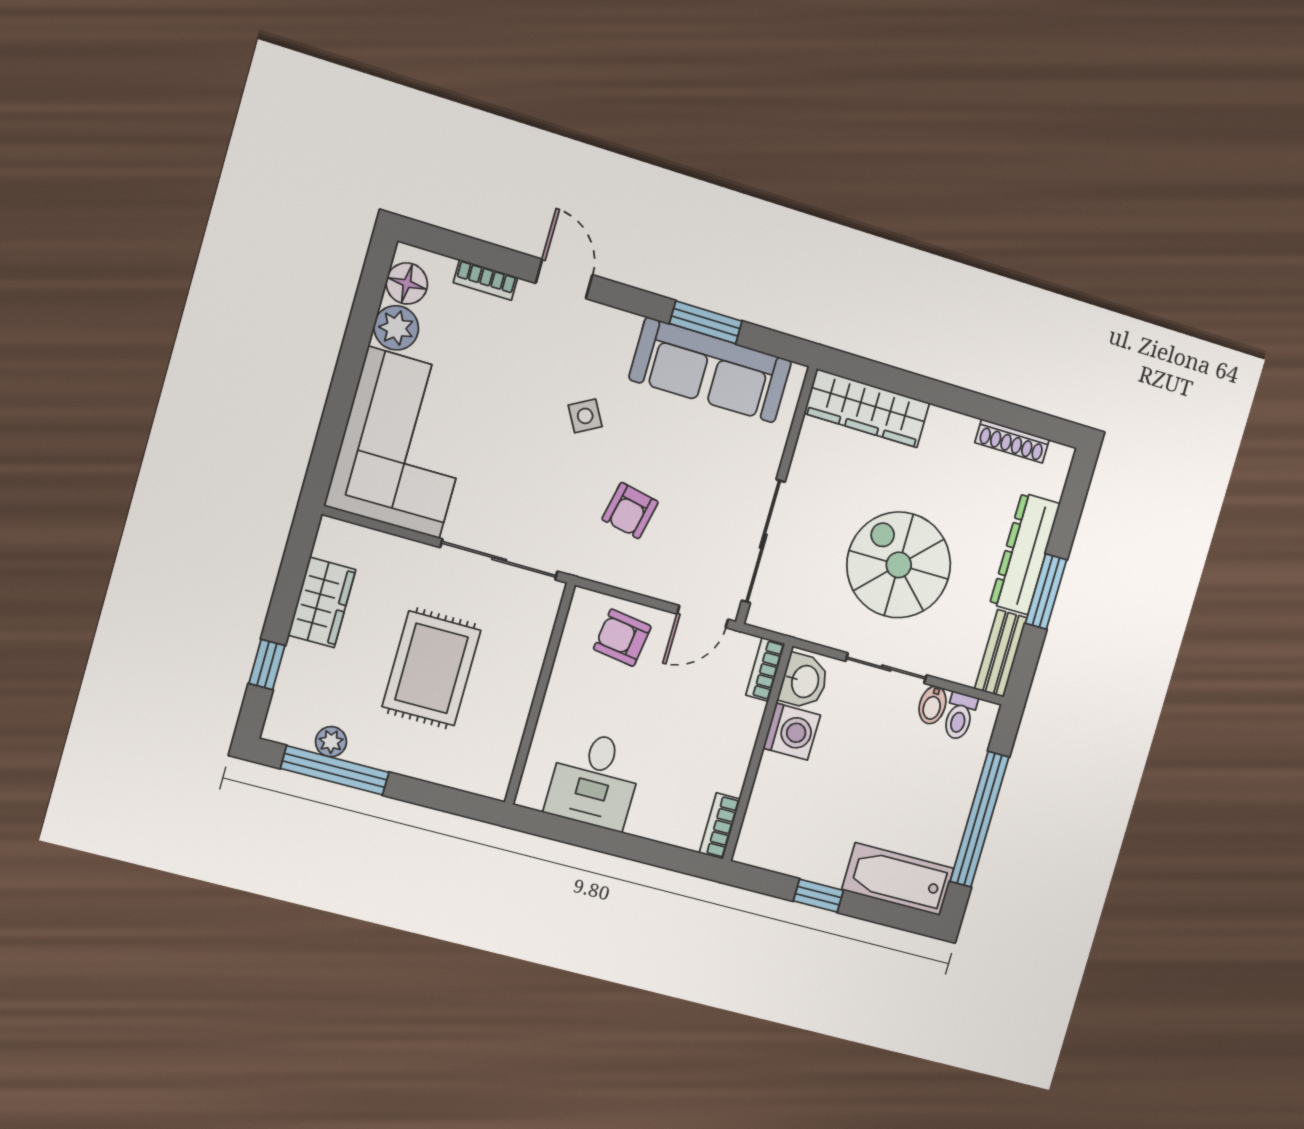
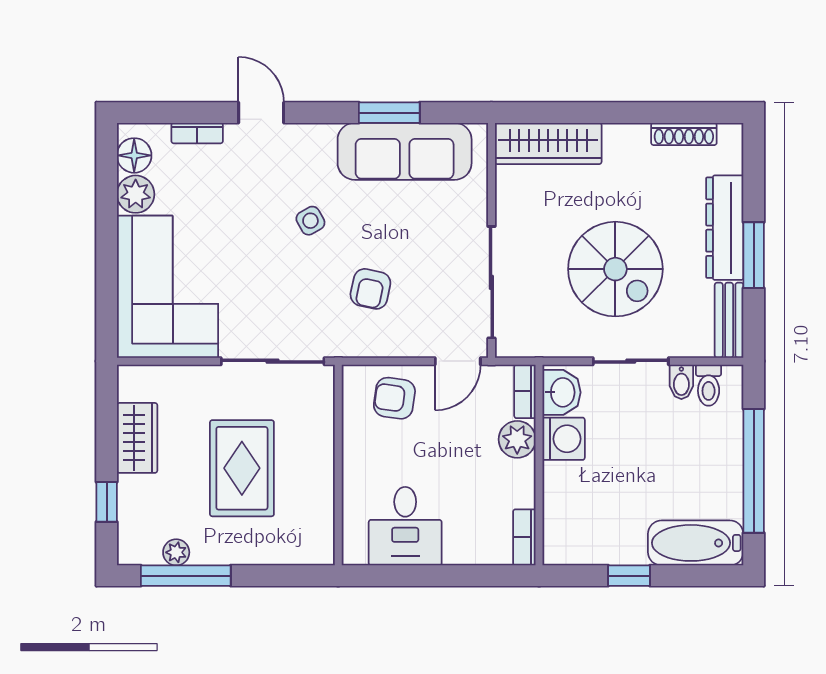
spiral stairs: (899, 565) -> (615, 269), turned 180
plant: (742, 719) -> (517, 439), added

